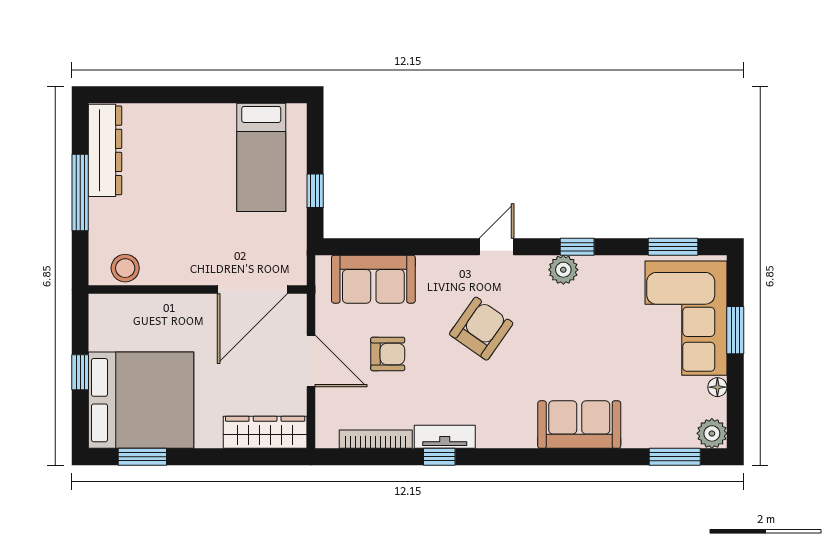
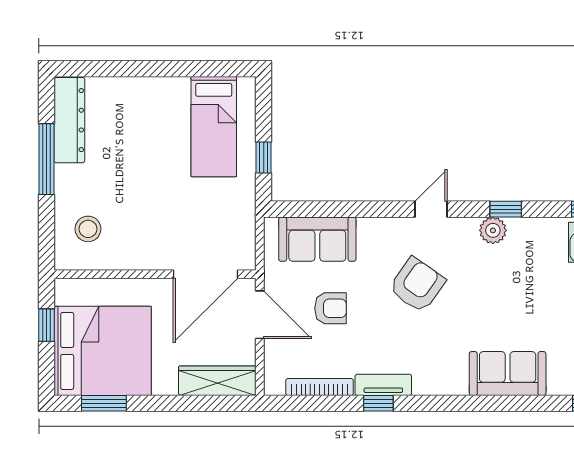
wall: (198, 290) -> (155, 274), moved
door: (252, 290) -> (205, 274), moved

